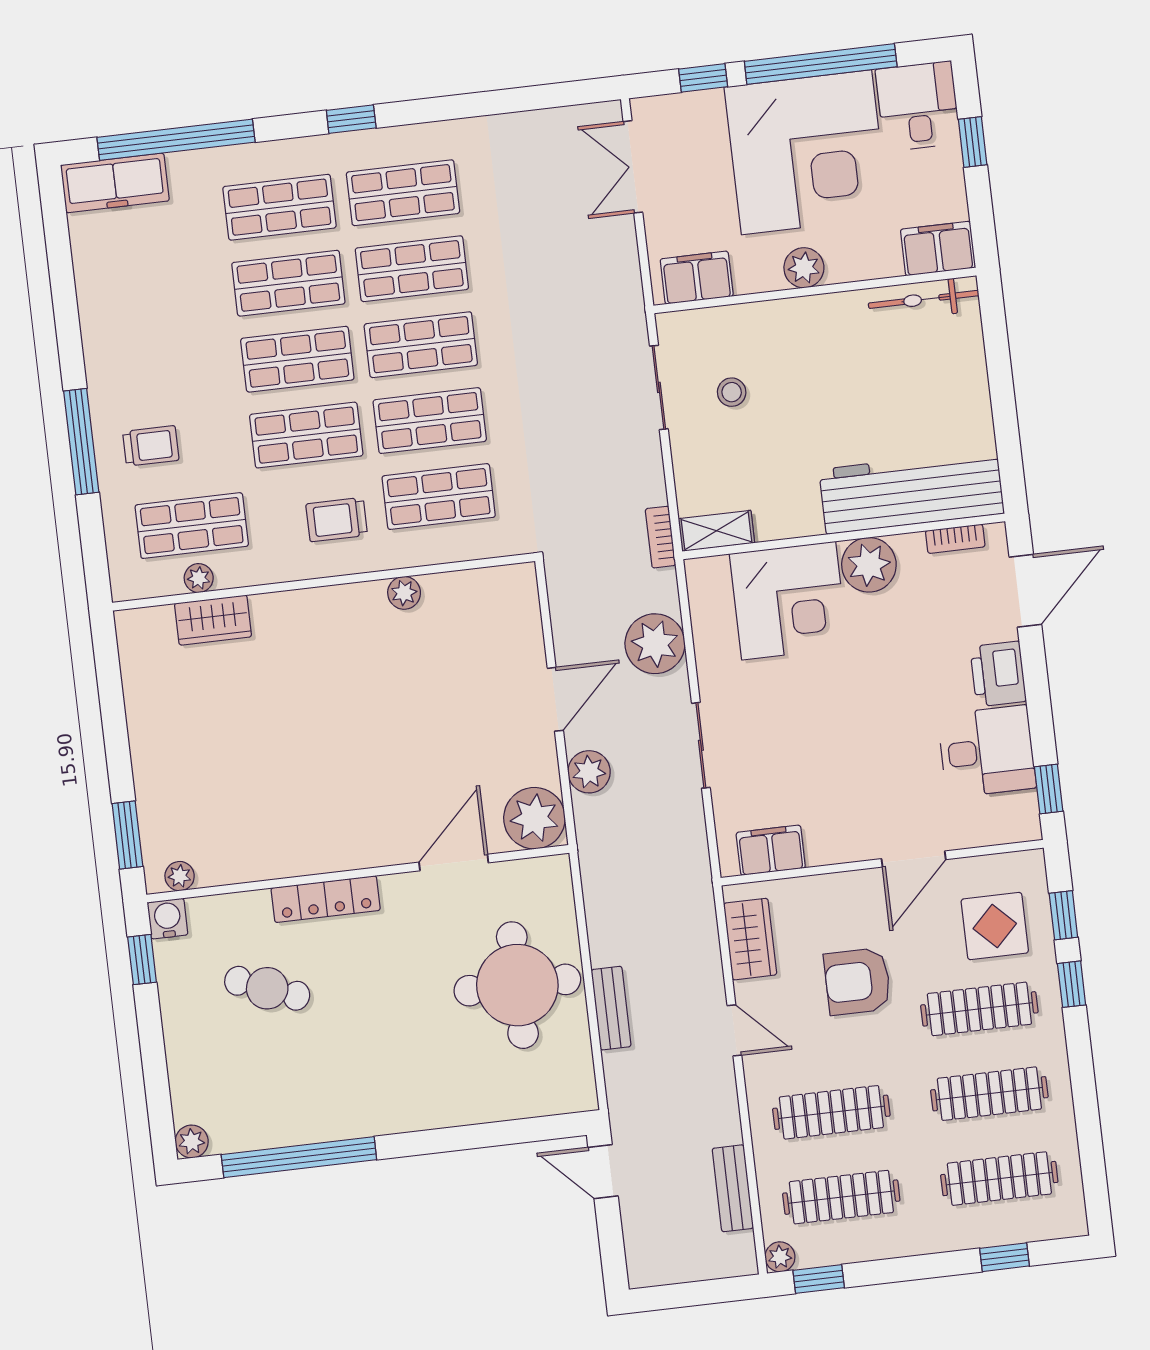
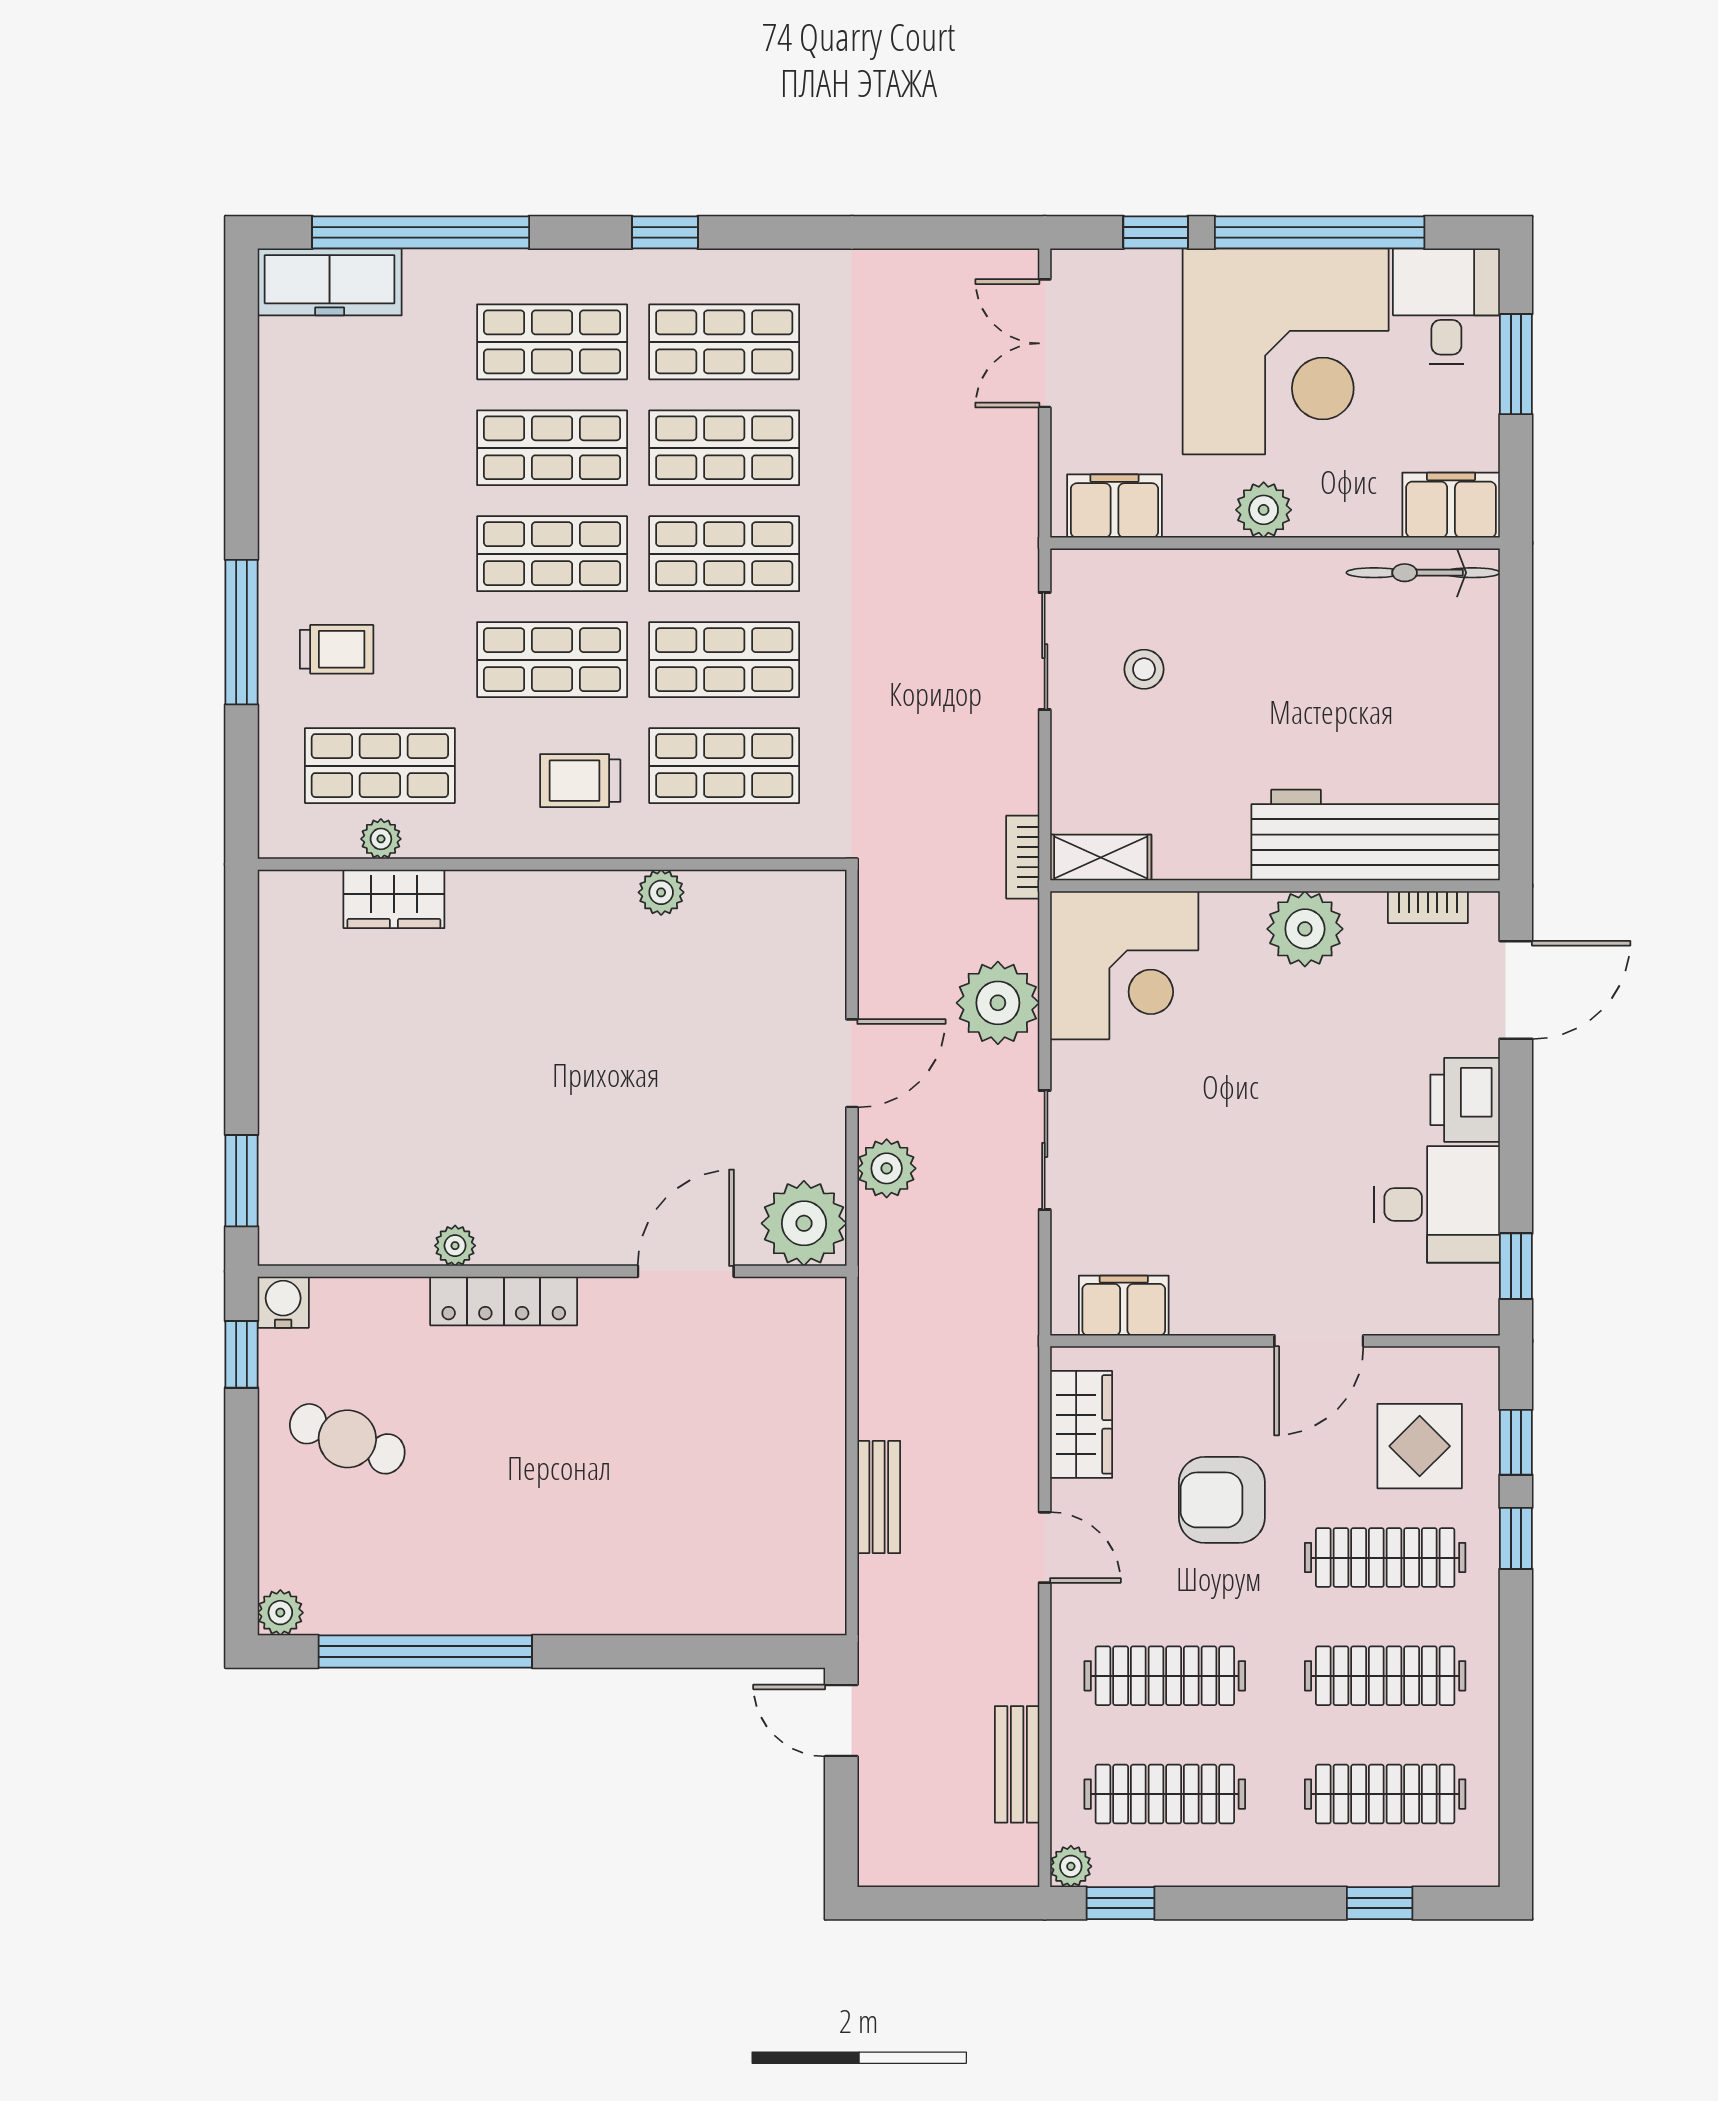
window: (973, 142) -> (1516, 364), width x1.50
corner desk: (789, 601) -> (1124, 965), moved
plant: (180, 876) -> (455, 1246), moved
round table: (517, 985) -> (754, 1450), removed
cafe table: (267, 988) -> (347, 1439), moved

